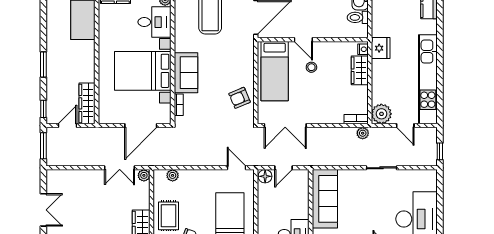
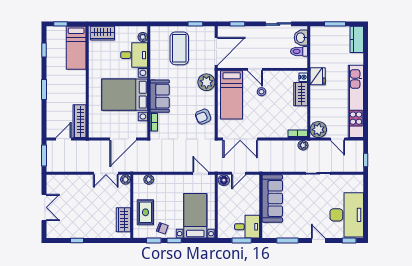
plant: (244, 55) -> (206, 82), added
window: (43, 109) -> (44, 50), moved

